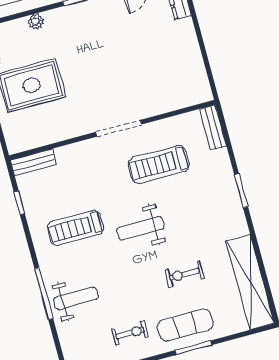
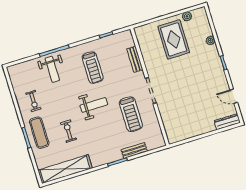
bench: (213, 128) -> (134, 150), moved
bench: (33, 162) -> (135, 59), moved
treadmill: (159, 164) -> (131, 114), turned 180
treadmill: (75, 228) -> (93, 68), turned 180
weight bench: (140, 228) -> (94, 105), turned 90

